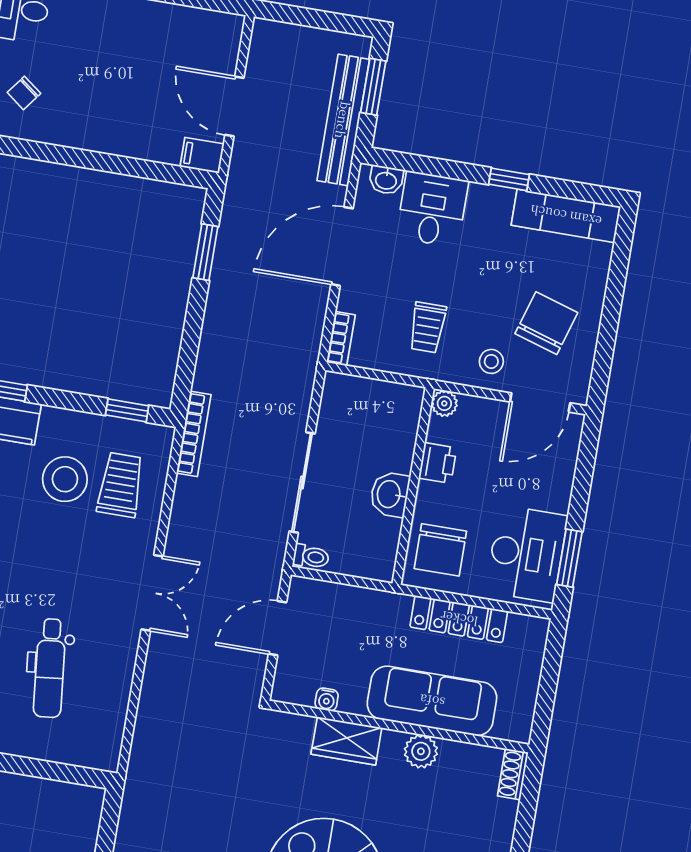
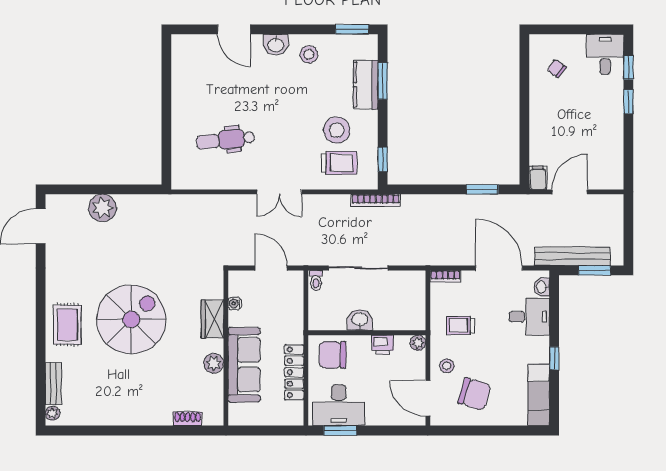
shoe rack: (513, 774) -> (188, 419), moved

